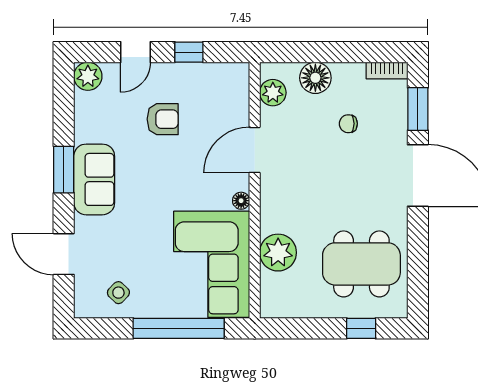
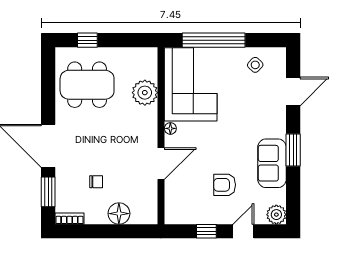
plant: (273, 93) -> (148, 203), removed
sofa: (94, 179) -> (272, 163), moved
door: (64, 254) -> (293, 92), hinge flipped

